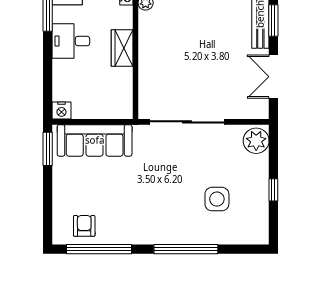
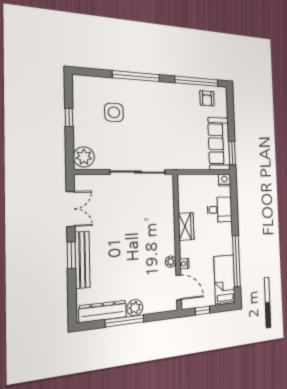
desk: (71, 41) -> (220, 210), moved
sofa: (95, 140) -> (219, 144), moved, turned -90

